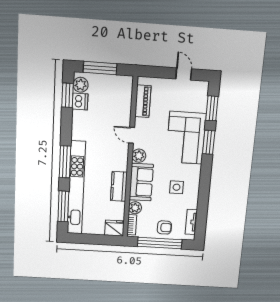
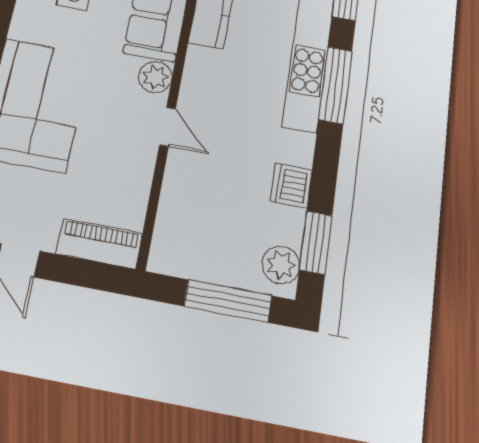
dishwasher: (80, 101) -> (291, 186), moved
piano: (143, 101) -> (99, 244), moved, turned 90

